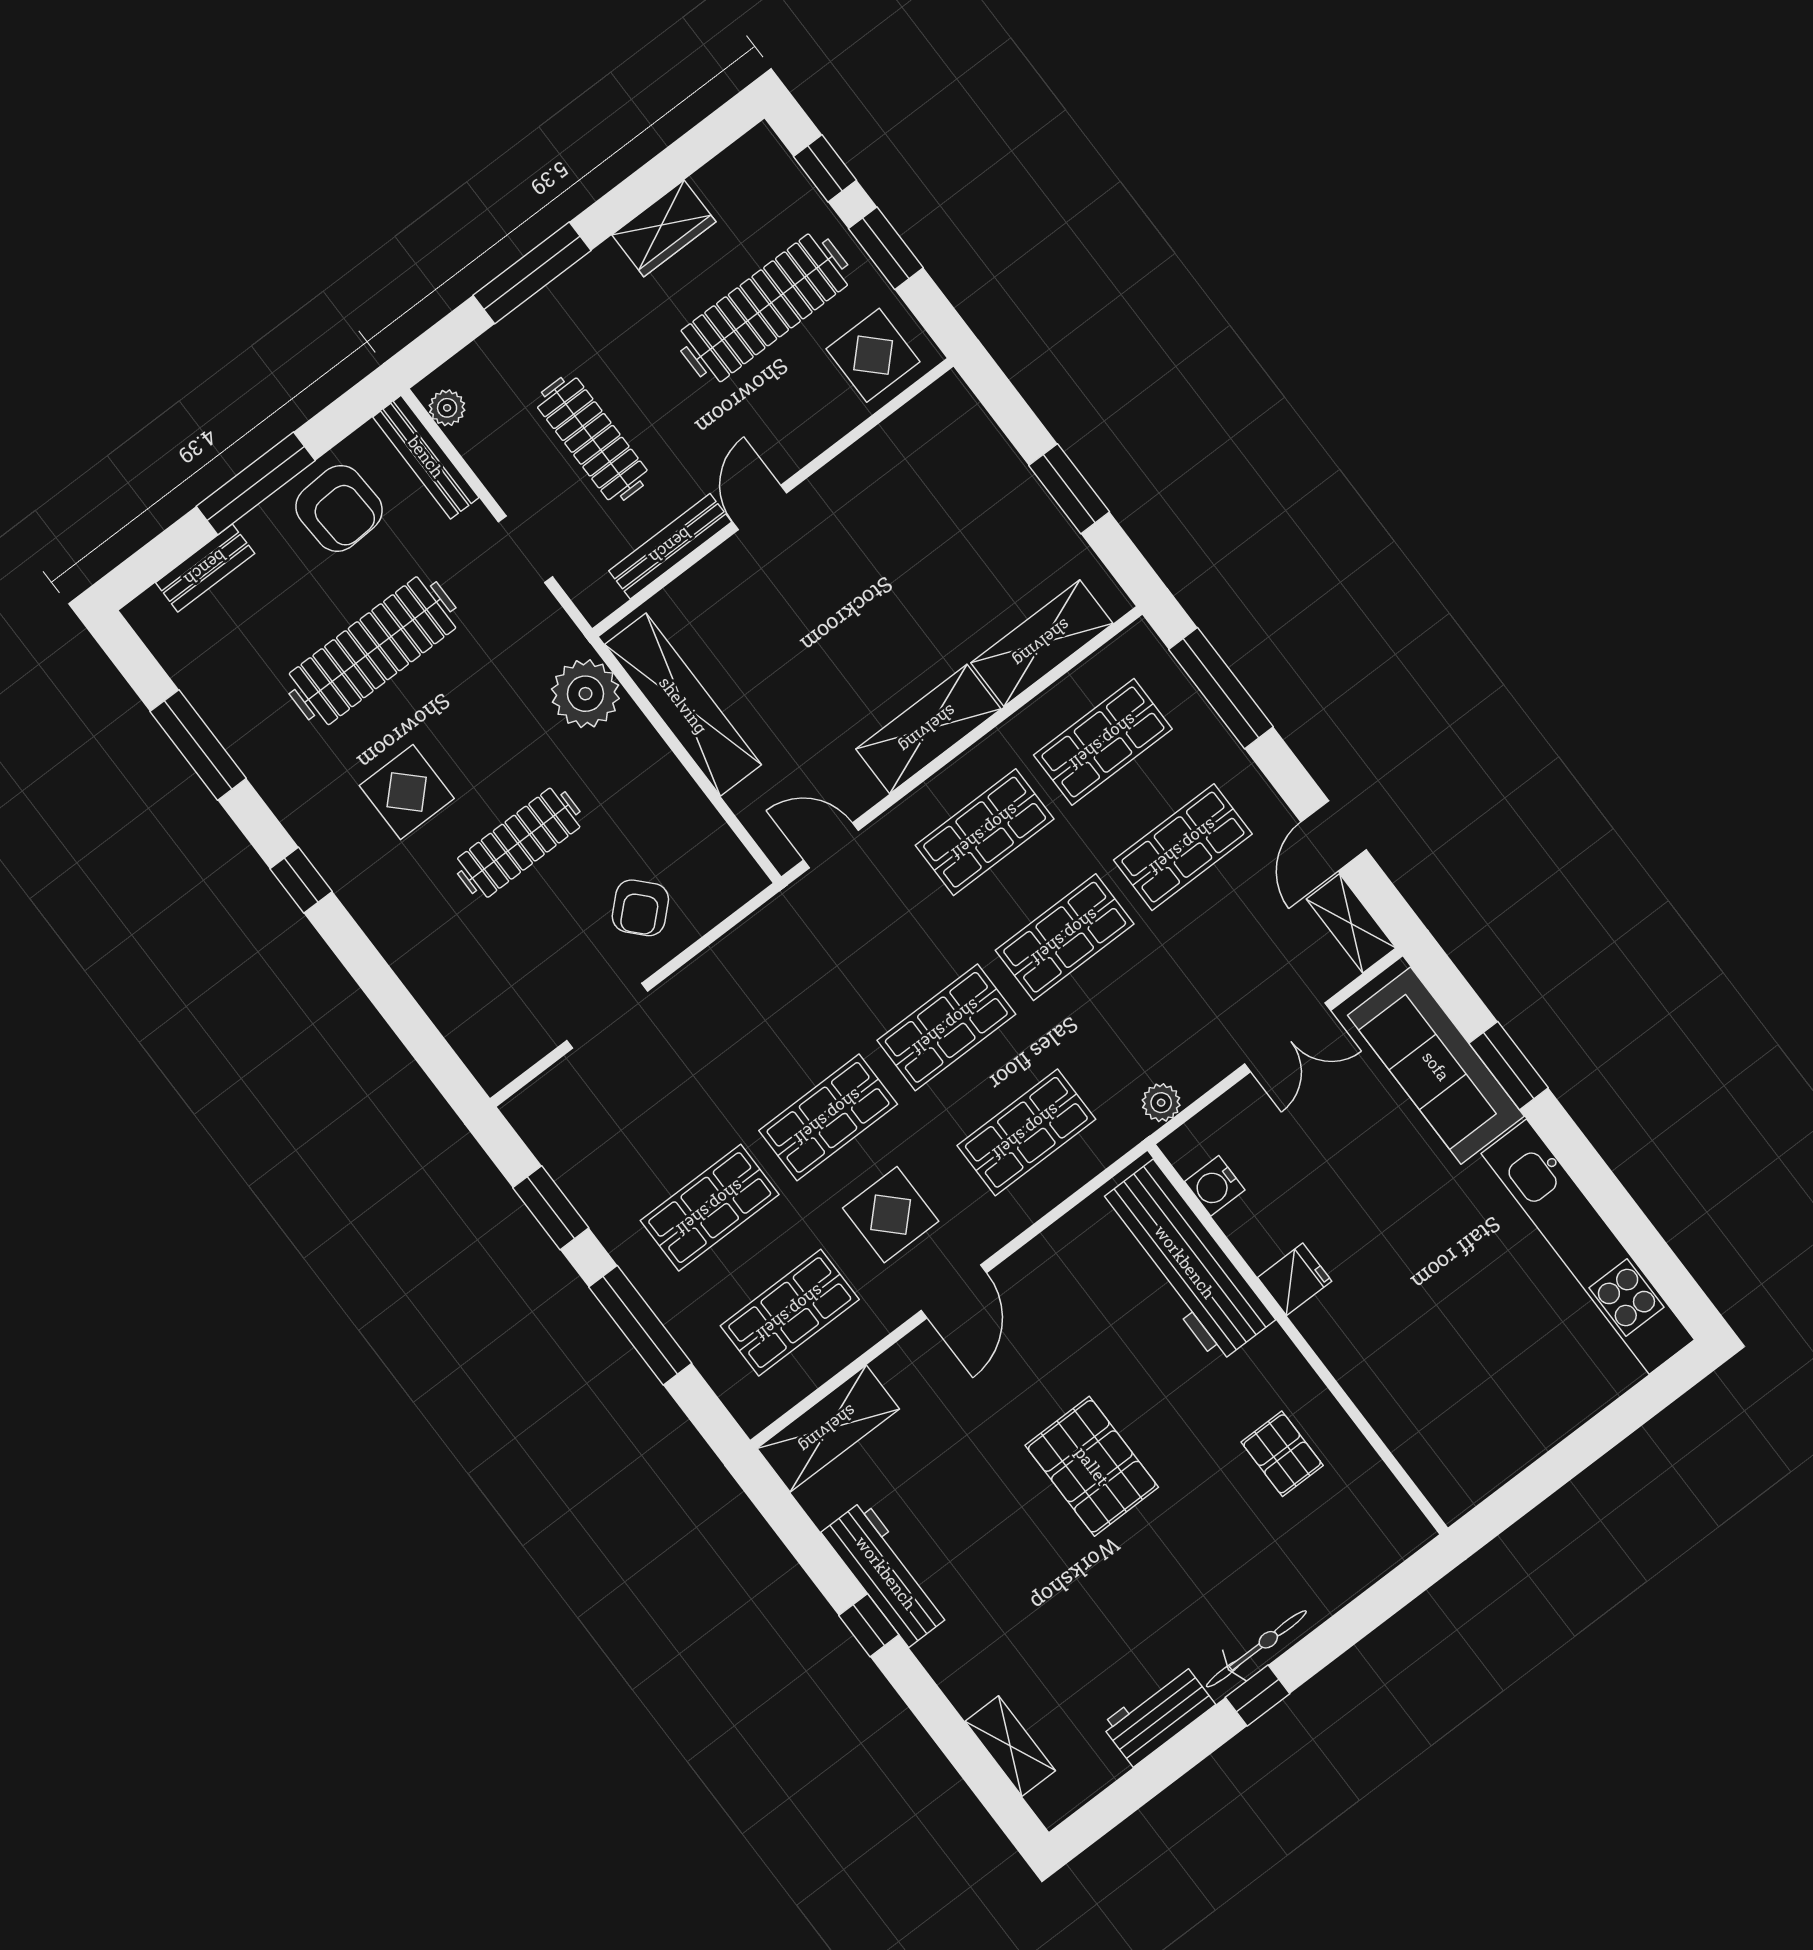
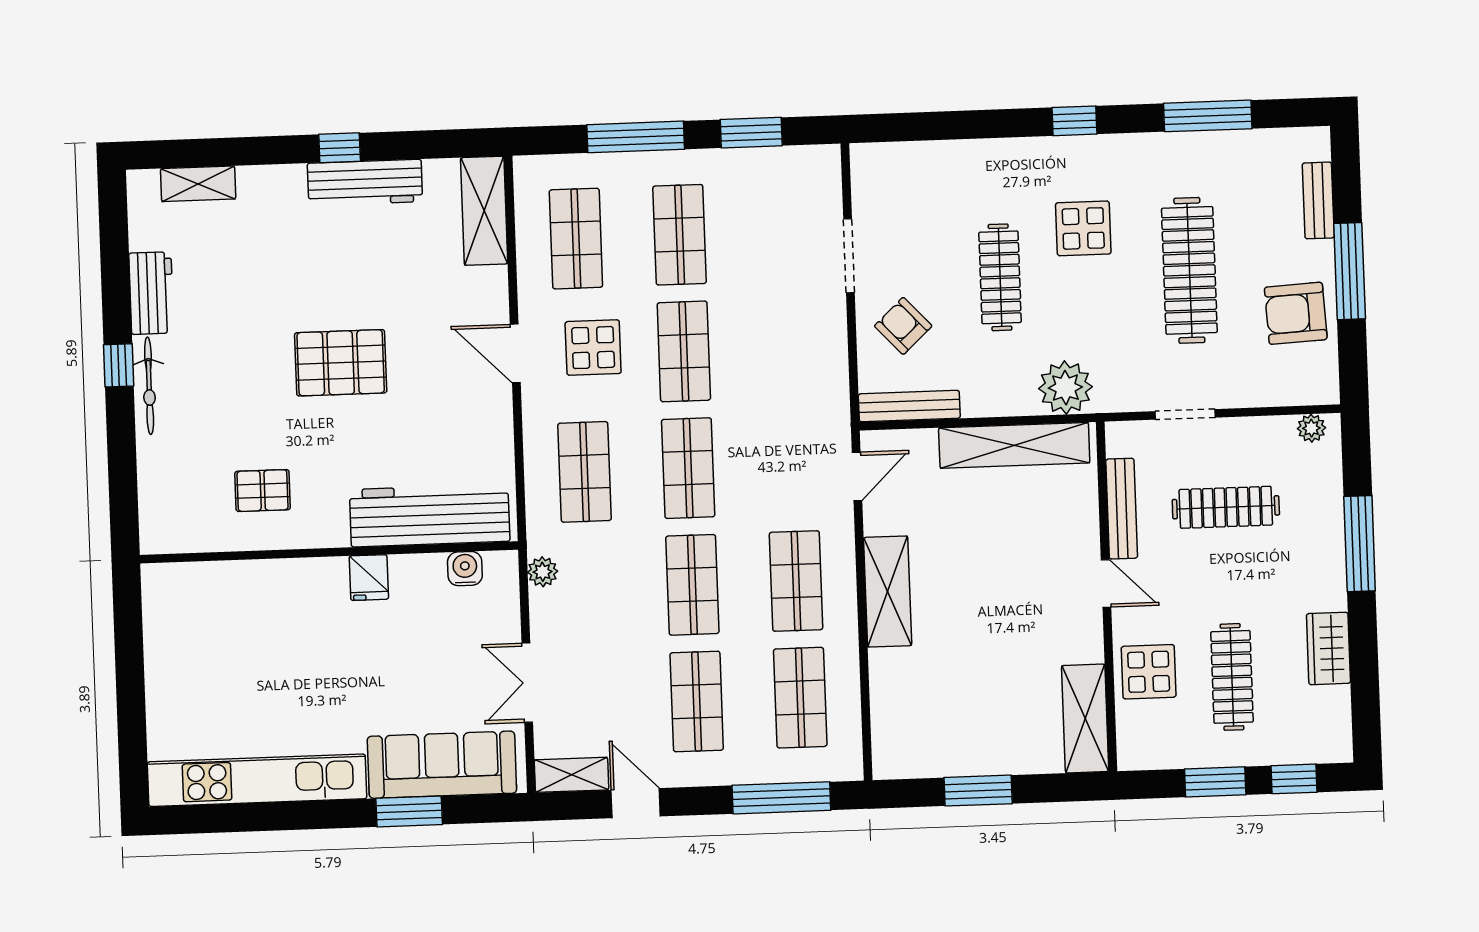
clothes rail: (764, 308) -> (1232, 677), width x0.73, depth x0.76
display table: (873, 355) -> (1149, 672), moved
bench: (426, 457) -> (909, 406), moved
shelving: (1042, 643) -> (1085, 718), moved

